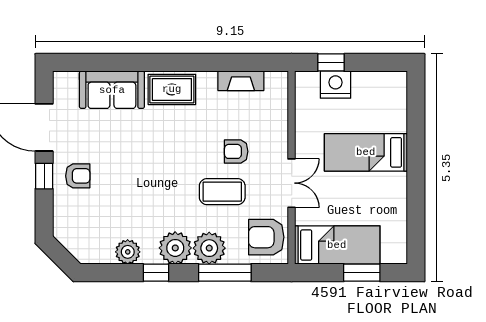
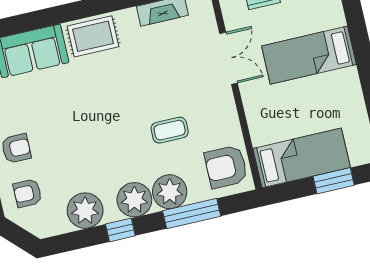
armchair: (236, 151) -> (27, 193), moved
double door: (292, 183) -> (229, 58), moved
coffee table: (222, 192) -> (170, 130), width x0.73, depth x0.77
plant: (128, 252) -> (85, 211), width x1.36, depth x1.36

